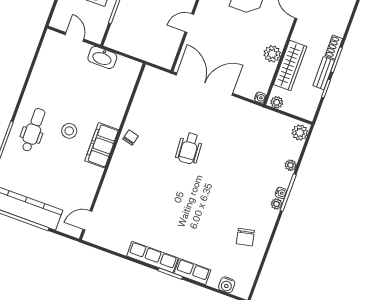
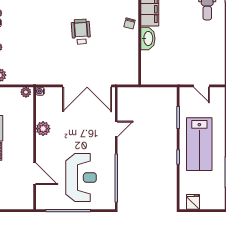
washbasin: (102, 57) -> (148, 39), moved, turned 90
wardrobe: (290, 65) -> (26, 125), removed
stool: (69, 131) -> (179, 11), removed

